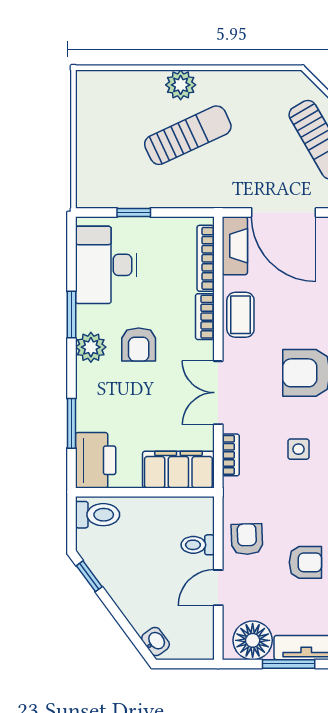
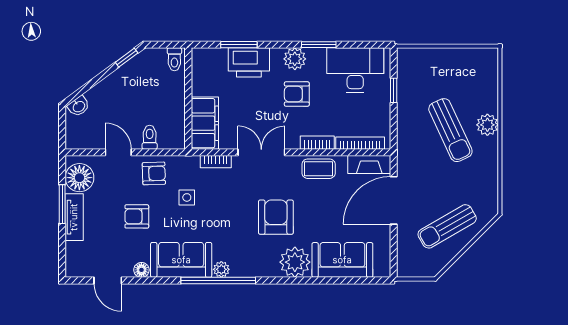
side table: (298, 449) -> (187, 197), moved
printer: (96, 460) -> (249, 62), moved
toilet: (98, 515) -> (174, 59), width x0.73, depth x0.72
armchair: (305, 562) -> (137, 216), turned 90

